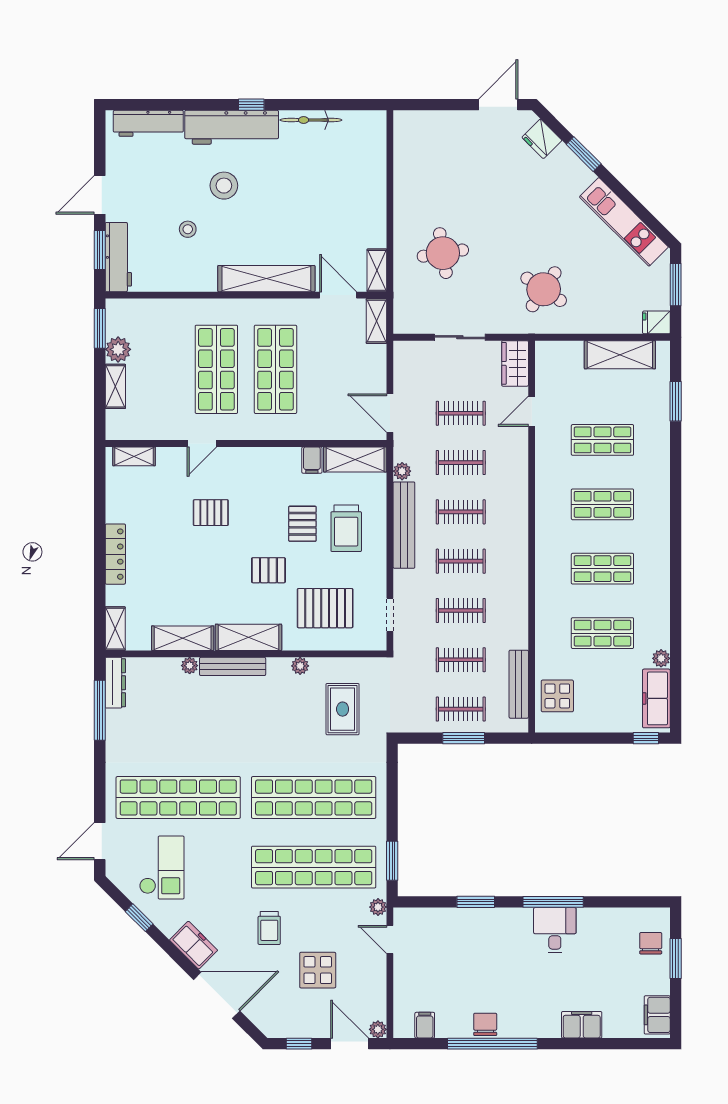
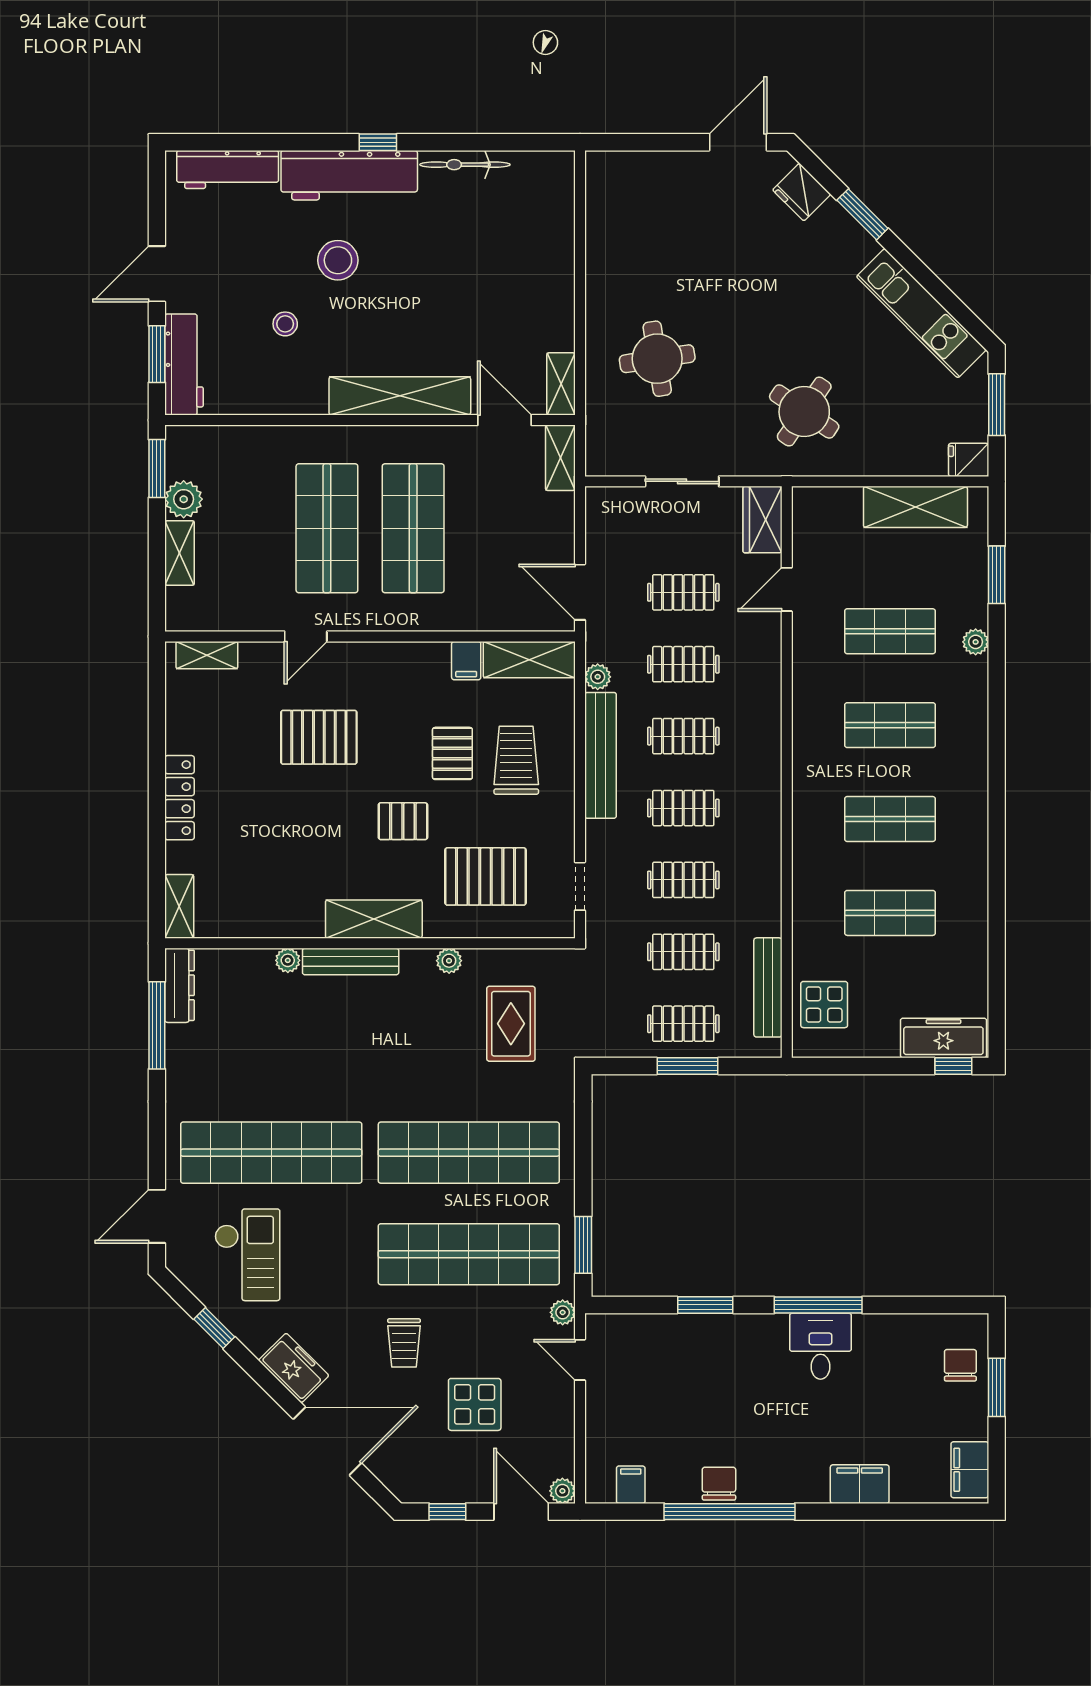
pallet: (211, 513) -> (319, 737), width x1.50, depth x1.42
trolley: (346, 528) -> (516, 760), turned 180
shelving: (183, 638) -> (278, 920), removed
plant: (661, 658) -> (976, 642), moved
freezer: (656, 698) -> (943, 1038), moved, turned 90

